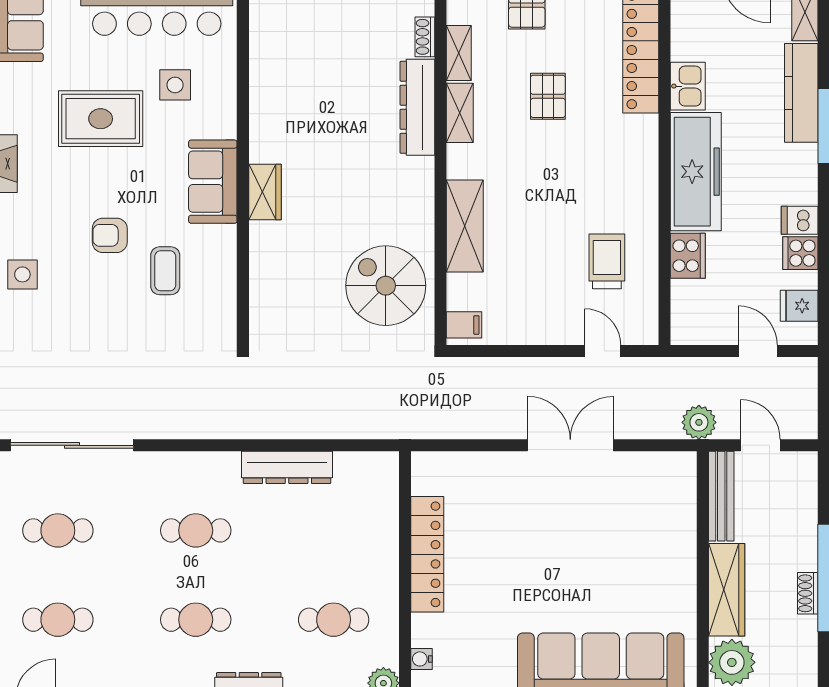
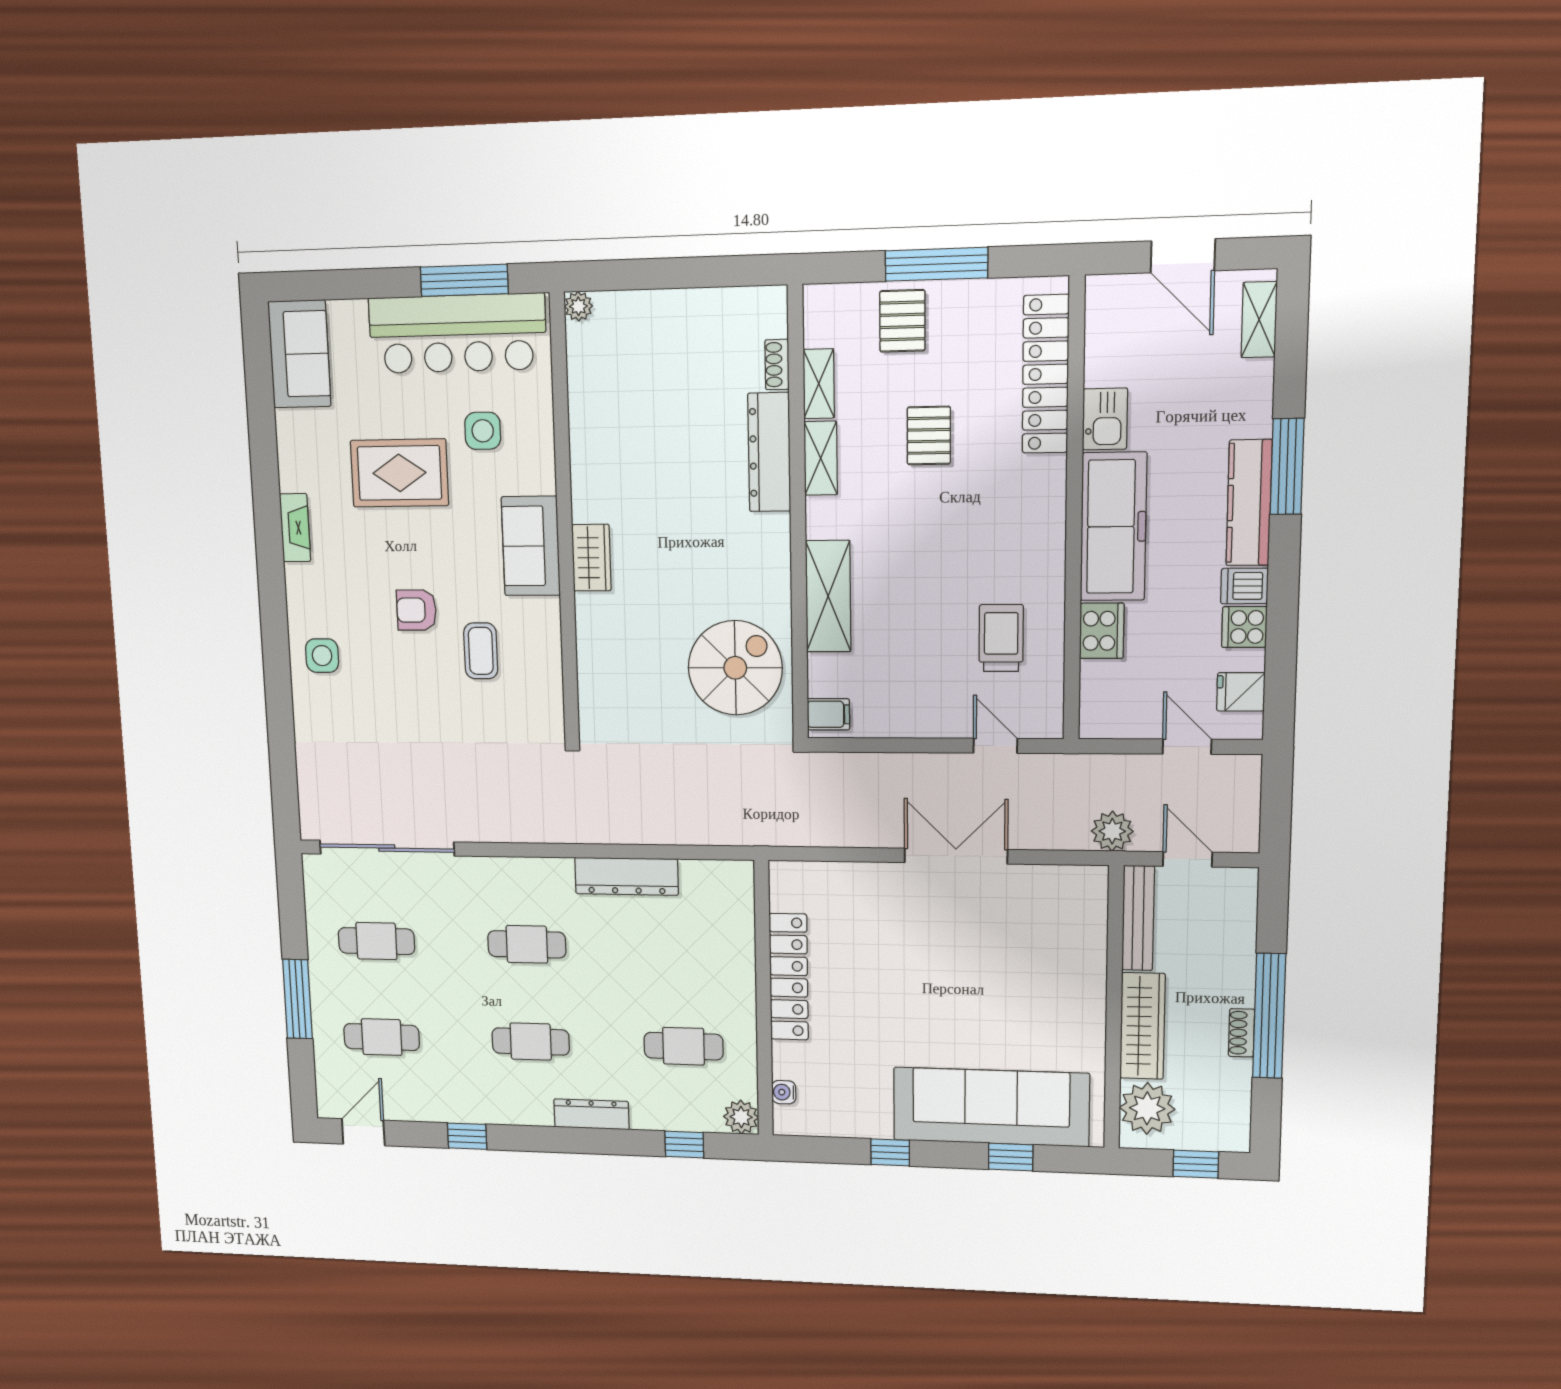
kitchen counter: (801, 93) -> (1249, 503), moved
spiral stairs: (386, 286) -> (735, 668), turned 90

